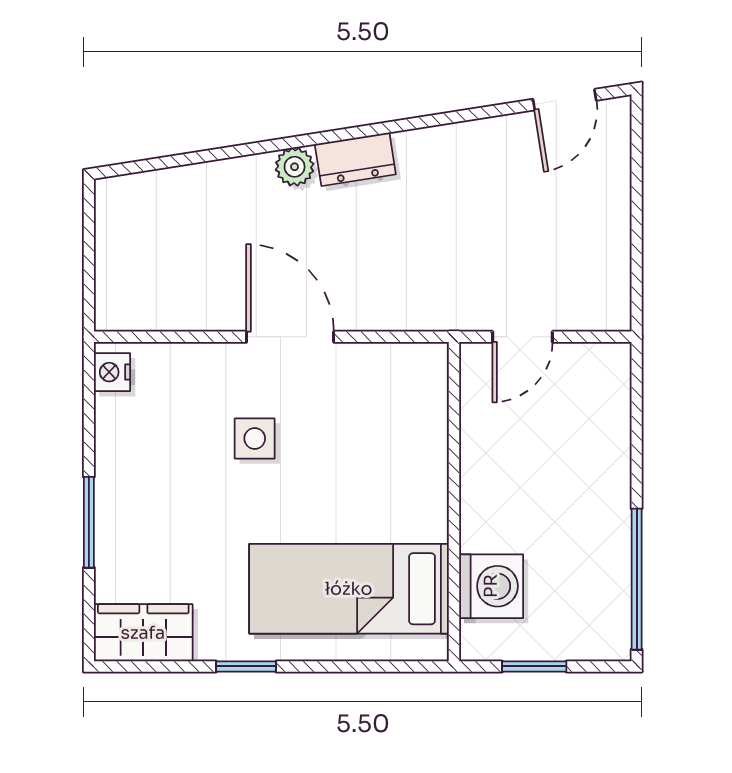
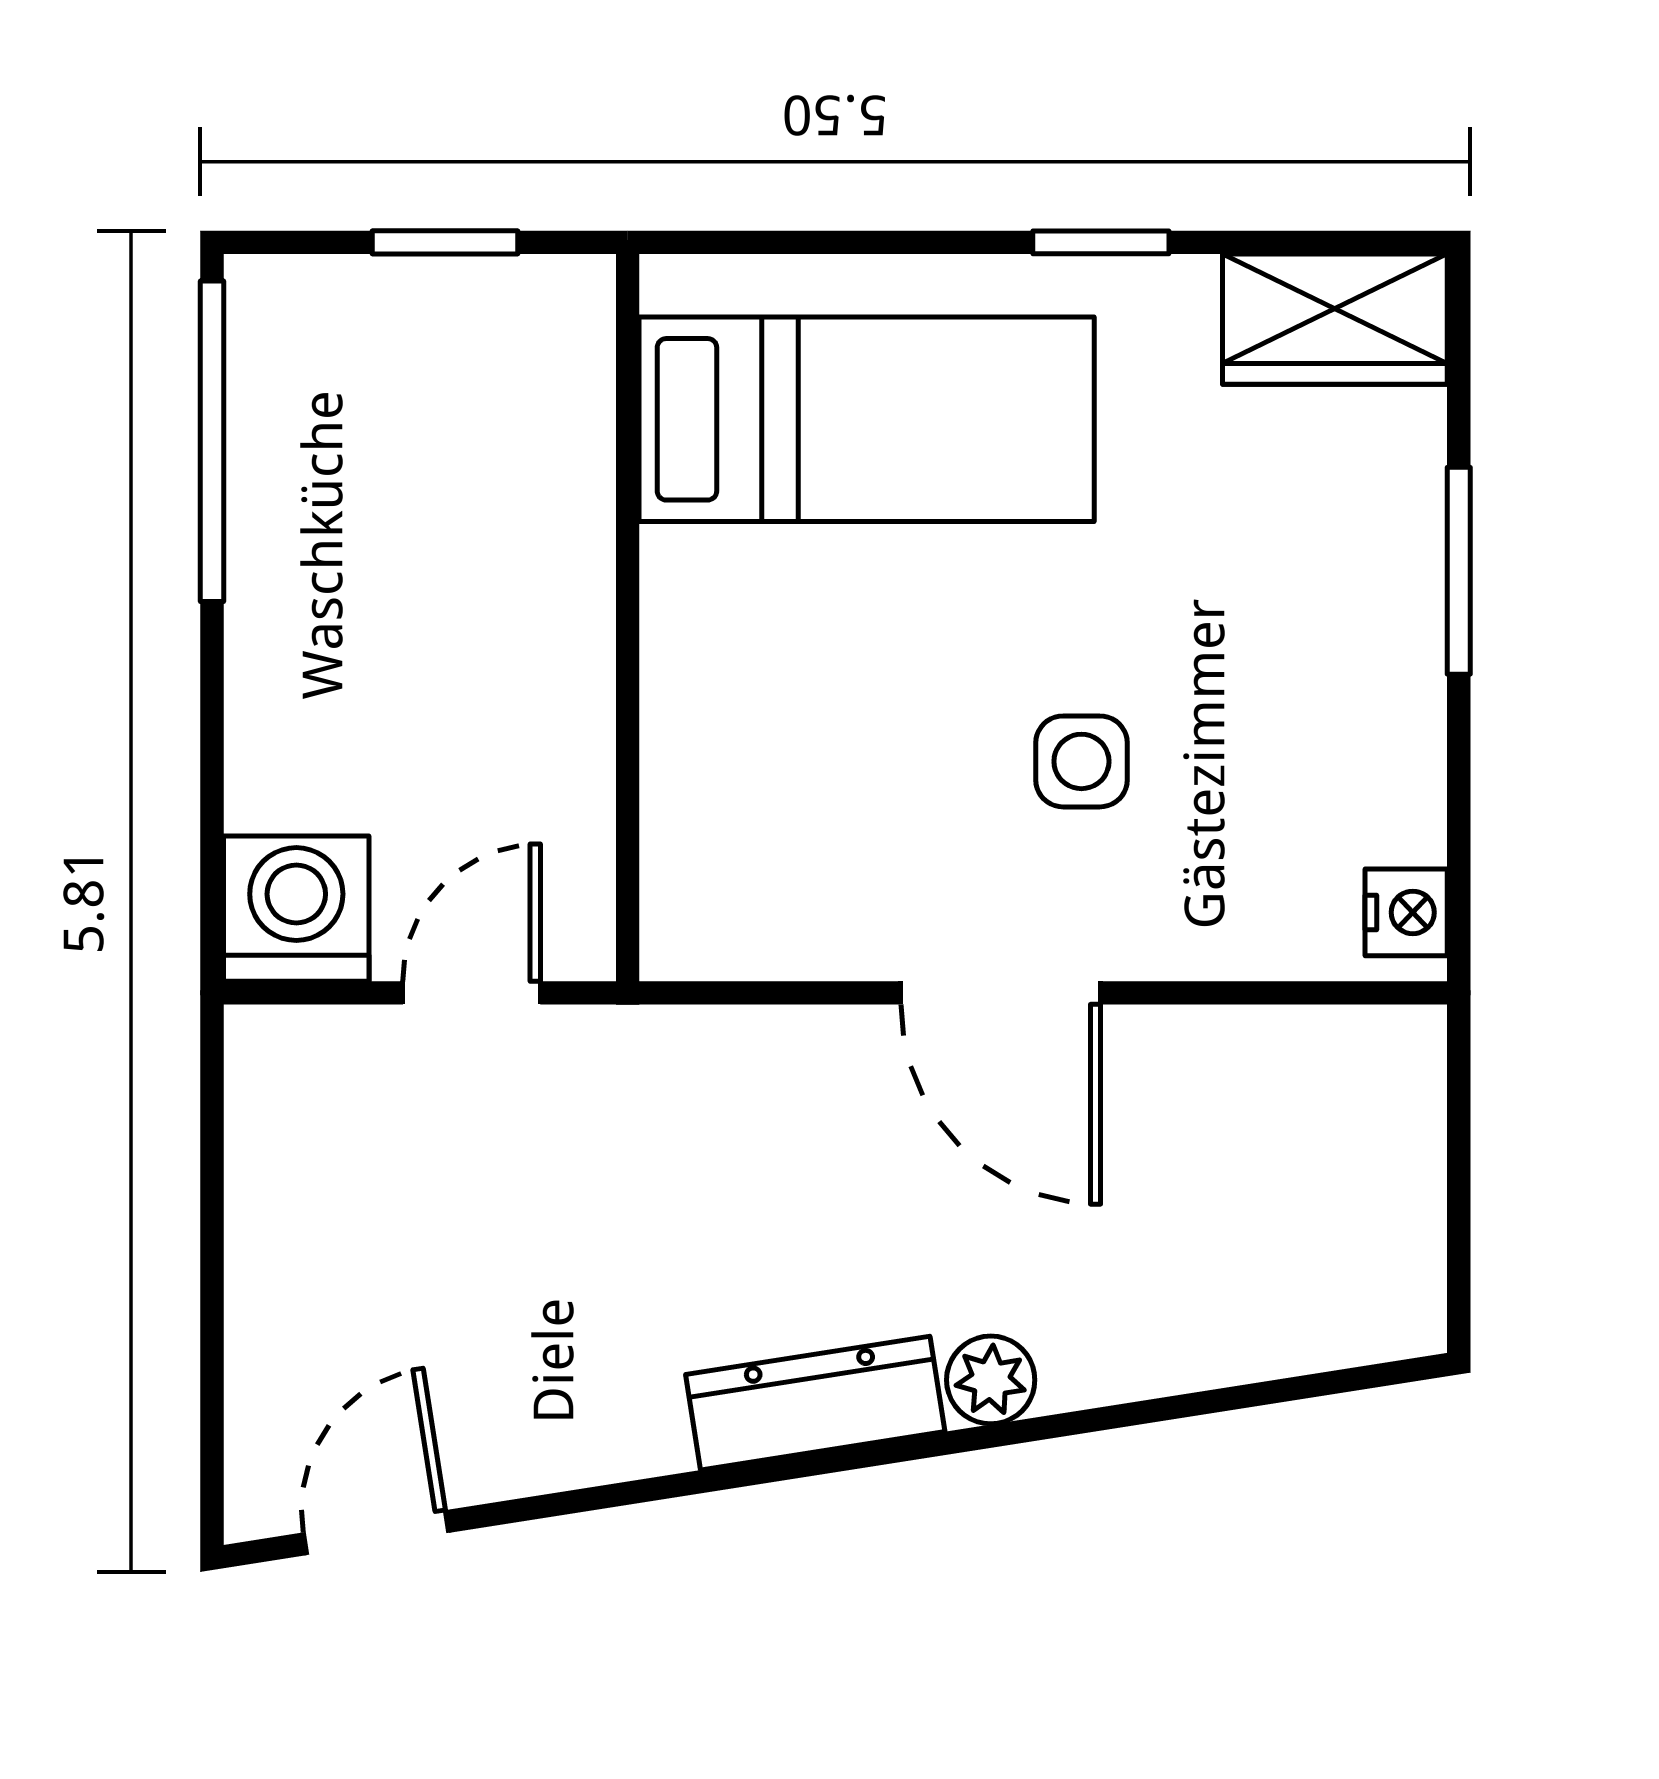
dresser: (355, 159) -> (815, 1403), width x1.44
washing machine: (491, 586) -> (296, 909), moved, turned 90

